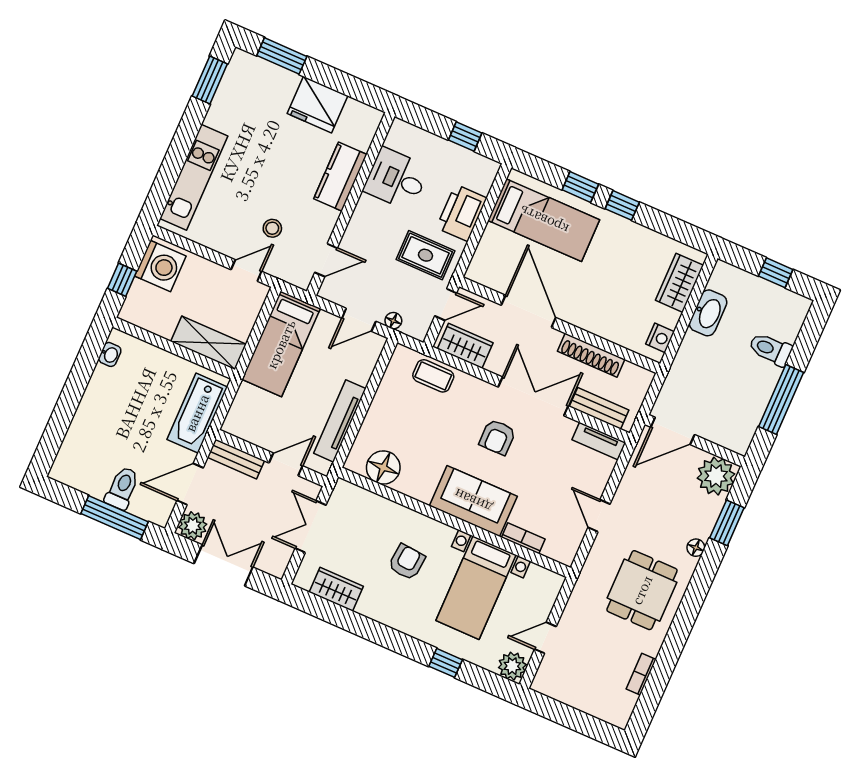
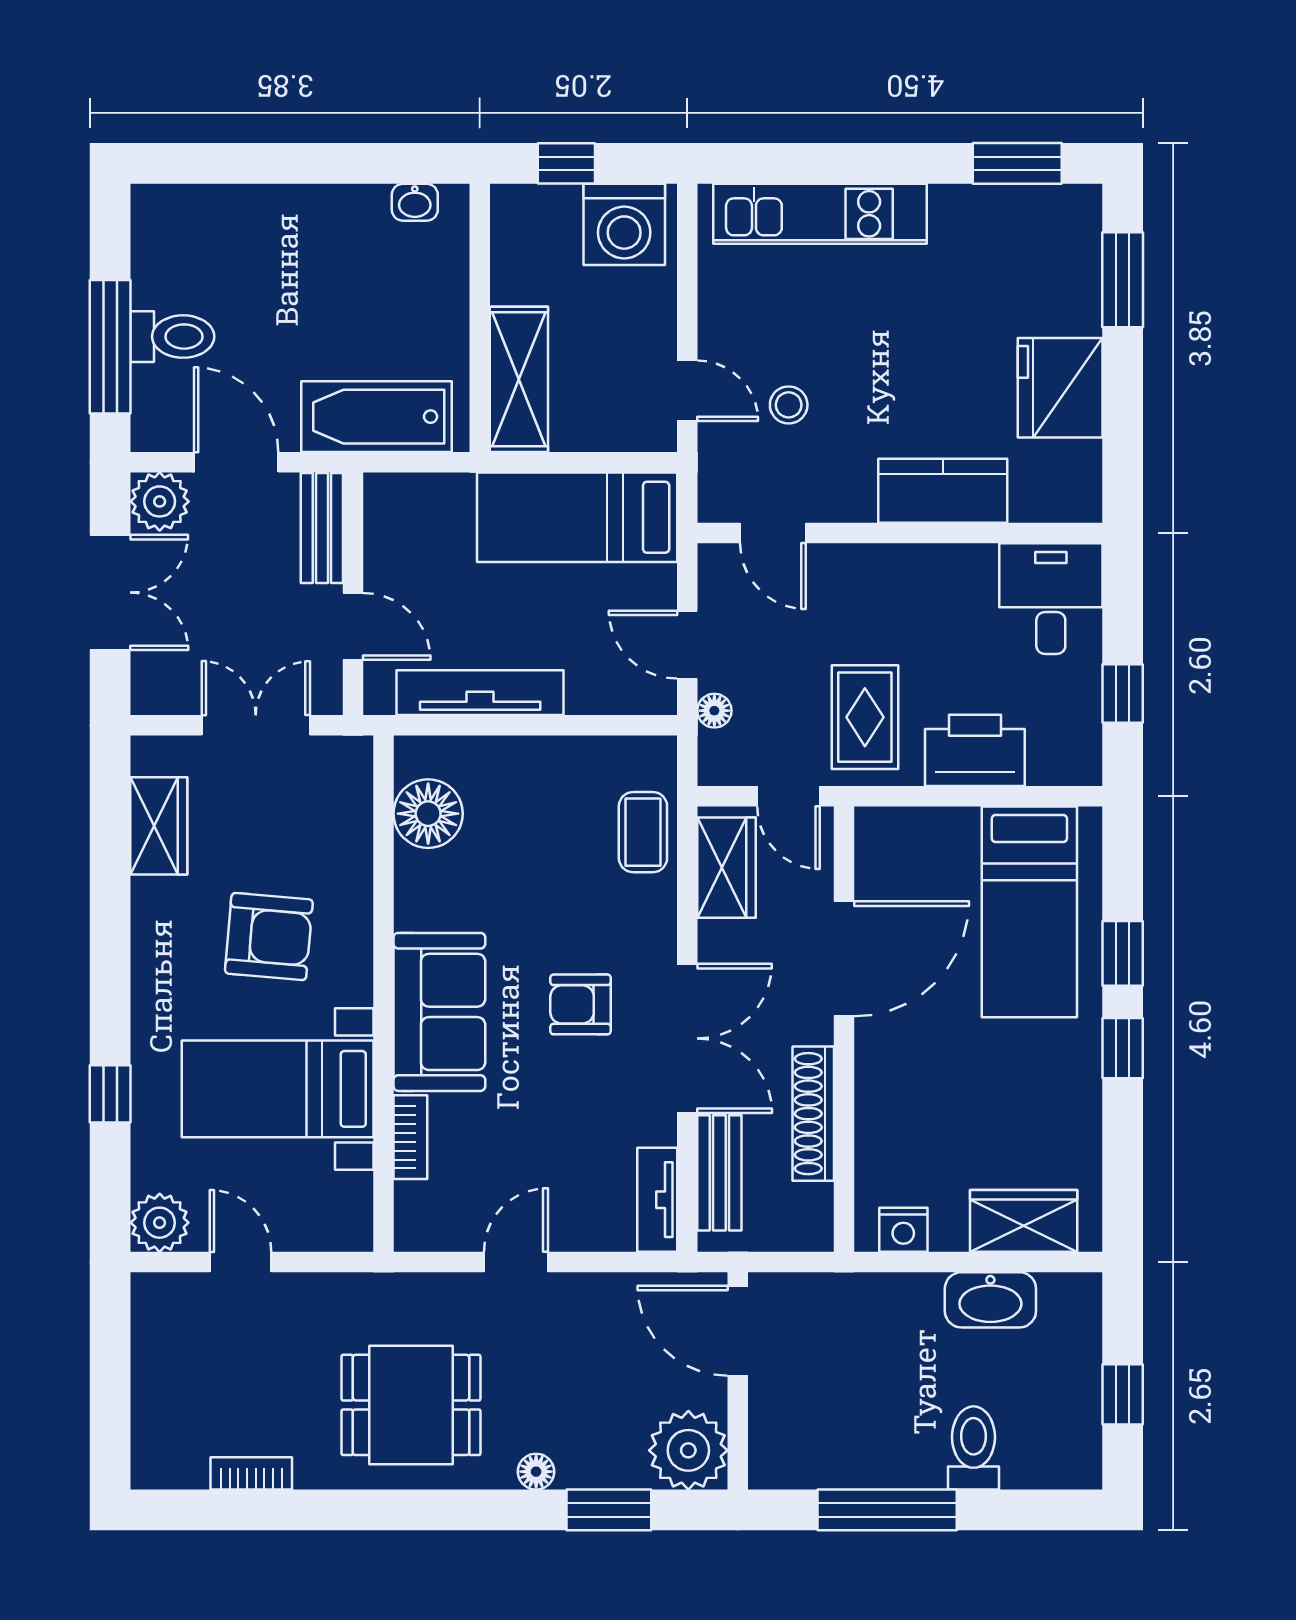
desk: (396, 179) -> (1051, 599), moved
armchair: (407, 562) -> (269, 937), width x1.38, depth x1.38

